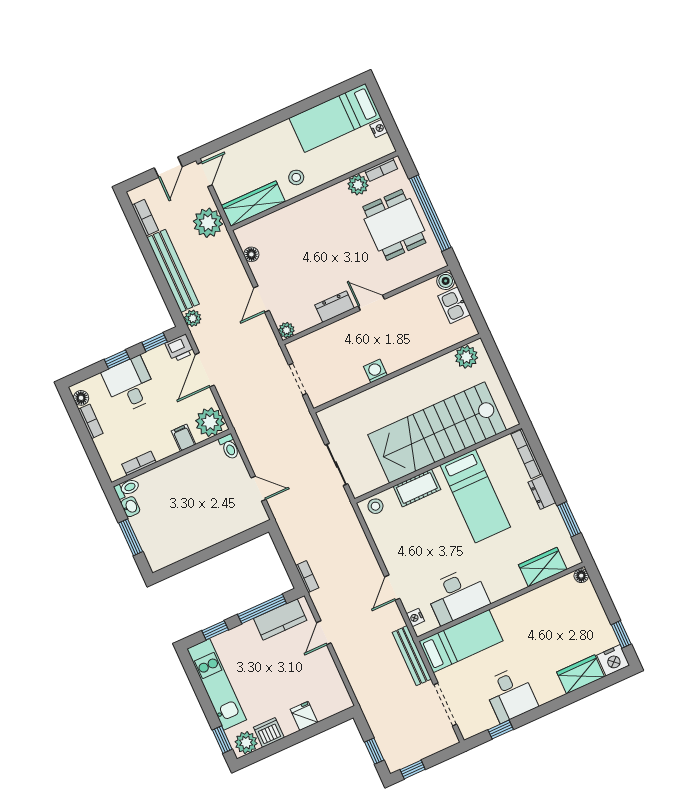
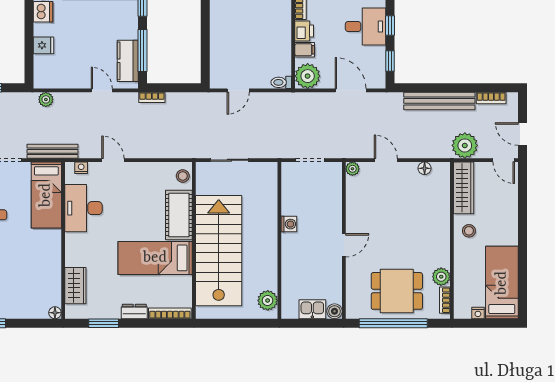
dresser: (335, 307) -> (354, 215), removed
plant: (193, 318) -> (46, 99), moved
printer: (180, 348) -> (304, 31), moved, turned 180
cot: (417, 488) -> (179, 215), width x1.37, depth x1.34

